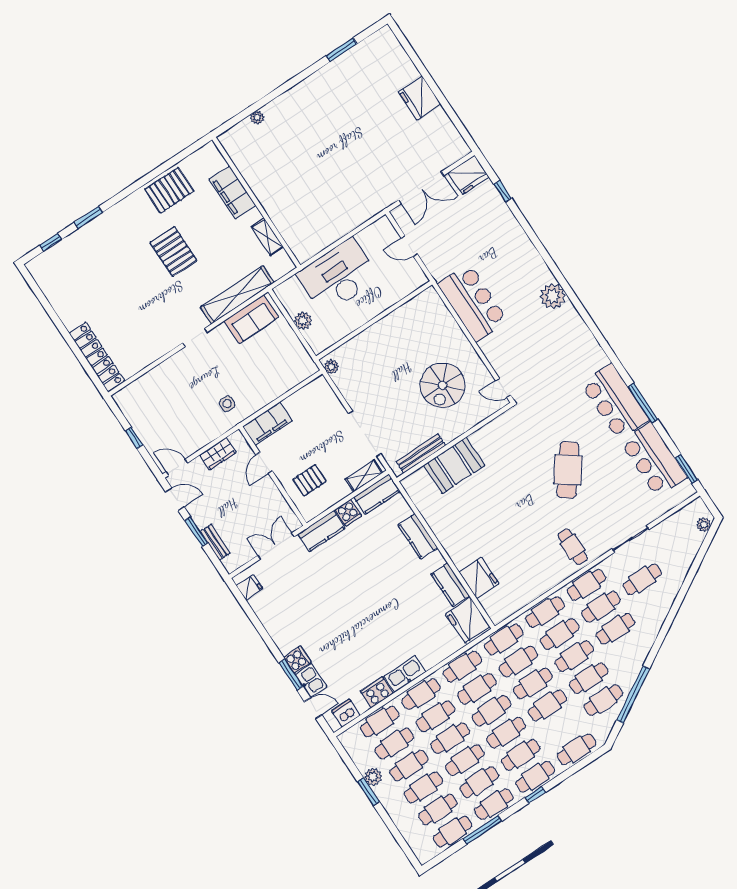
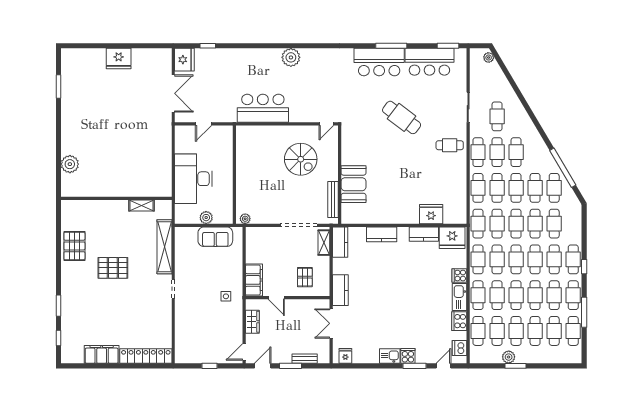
plant: (257, 118) -> (70, 164), width x1.87, depth x1.87
filing cabinet: (232, 192) -> (102, 354), moved, turned 180
sofa: (251, 319) -> (215, 237), moved, turned 90
cooker: (348, 513) -> (459, 276), moved, turned 180
kitchen sink: (311, 681) -> (390, 356), moved
cafe table: (577, 749) -> (554, 224), moved

